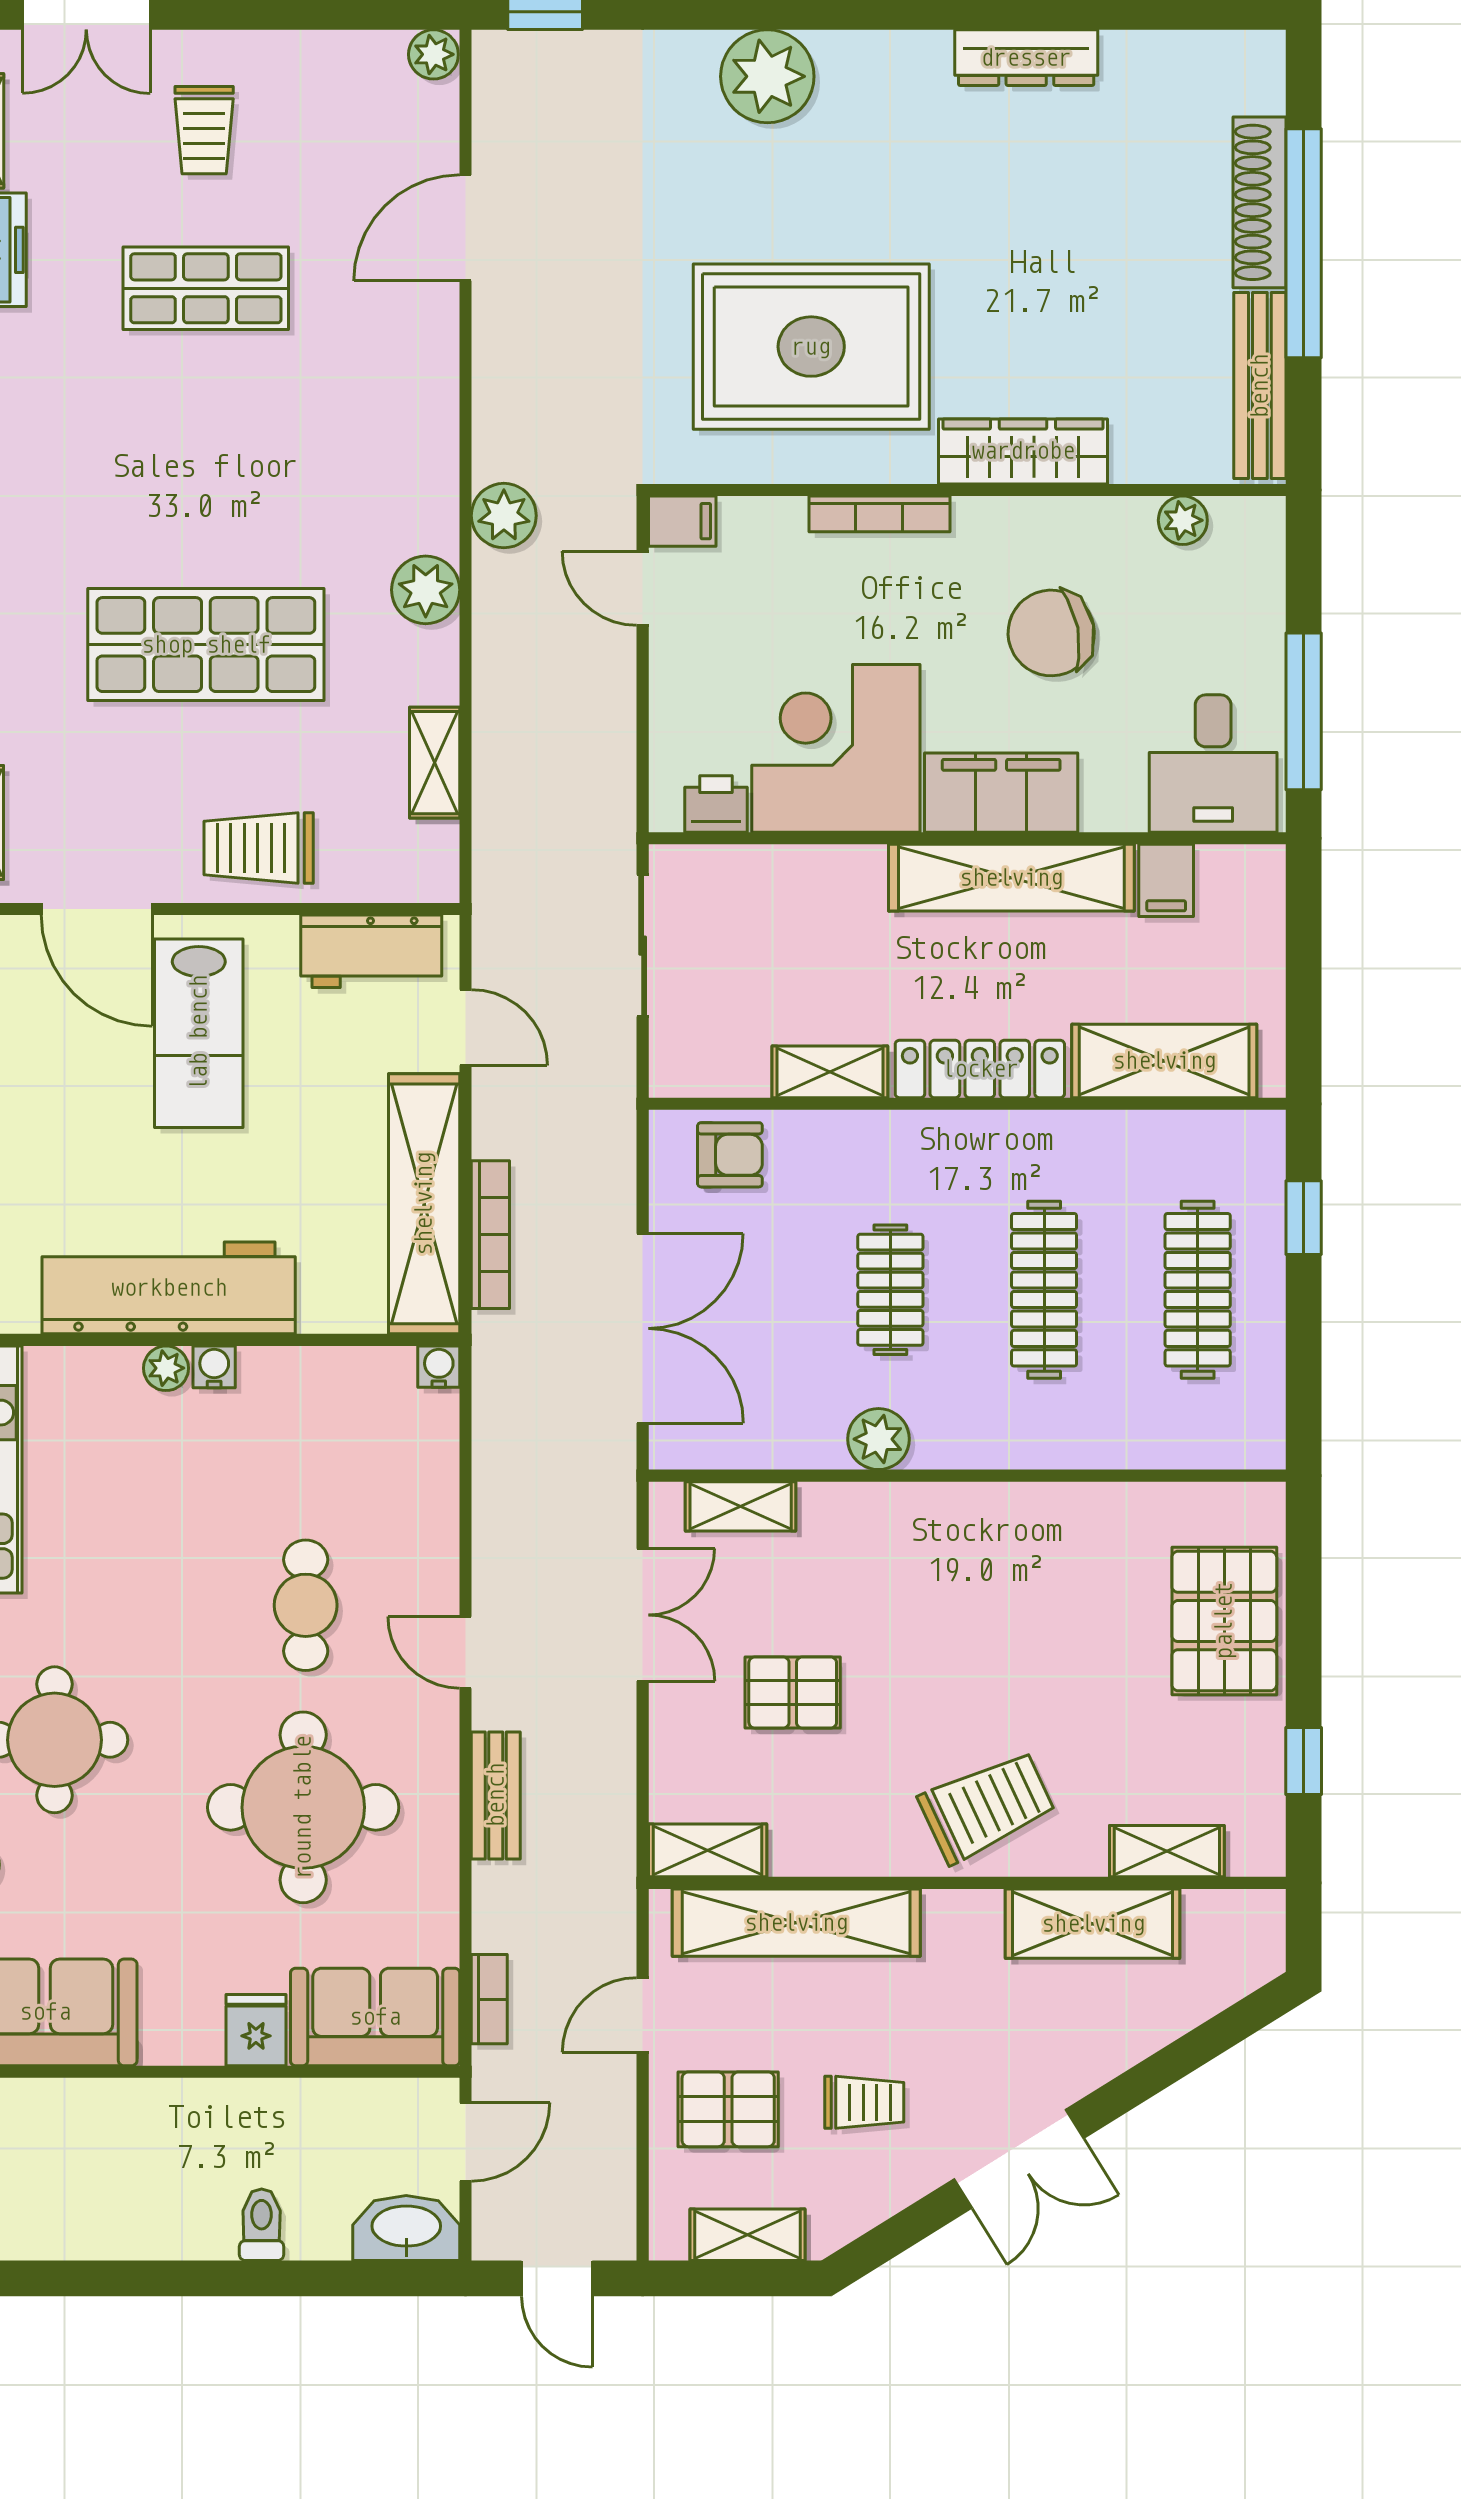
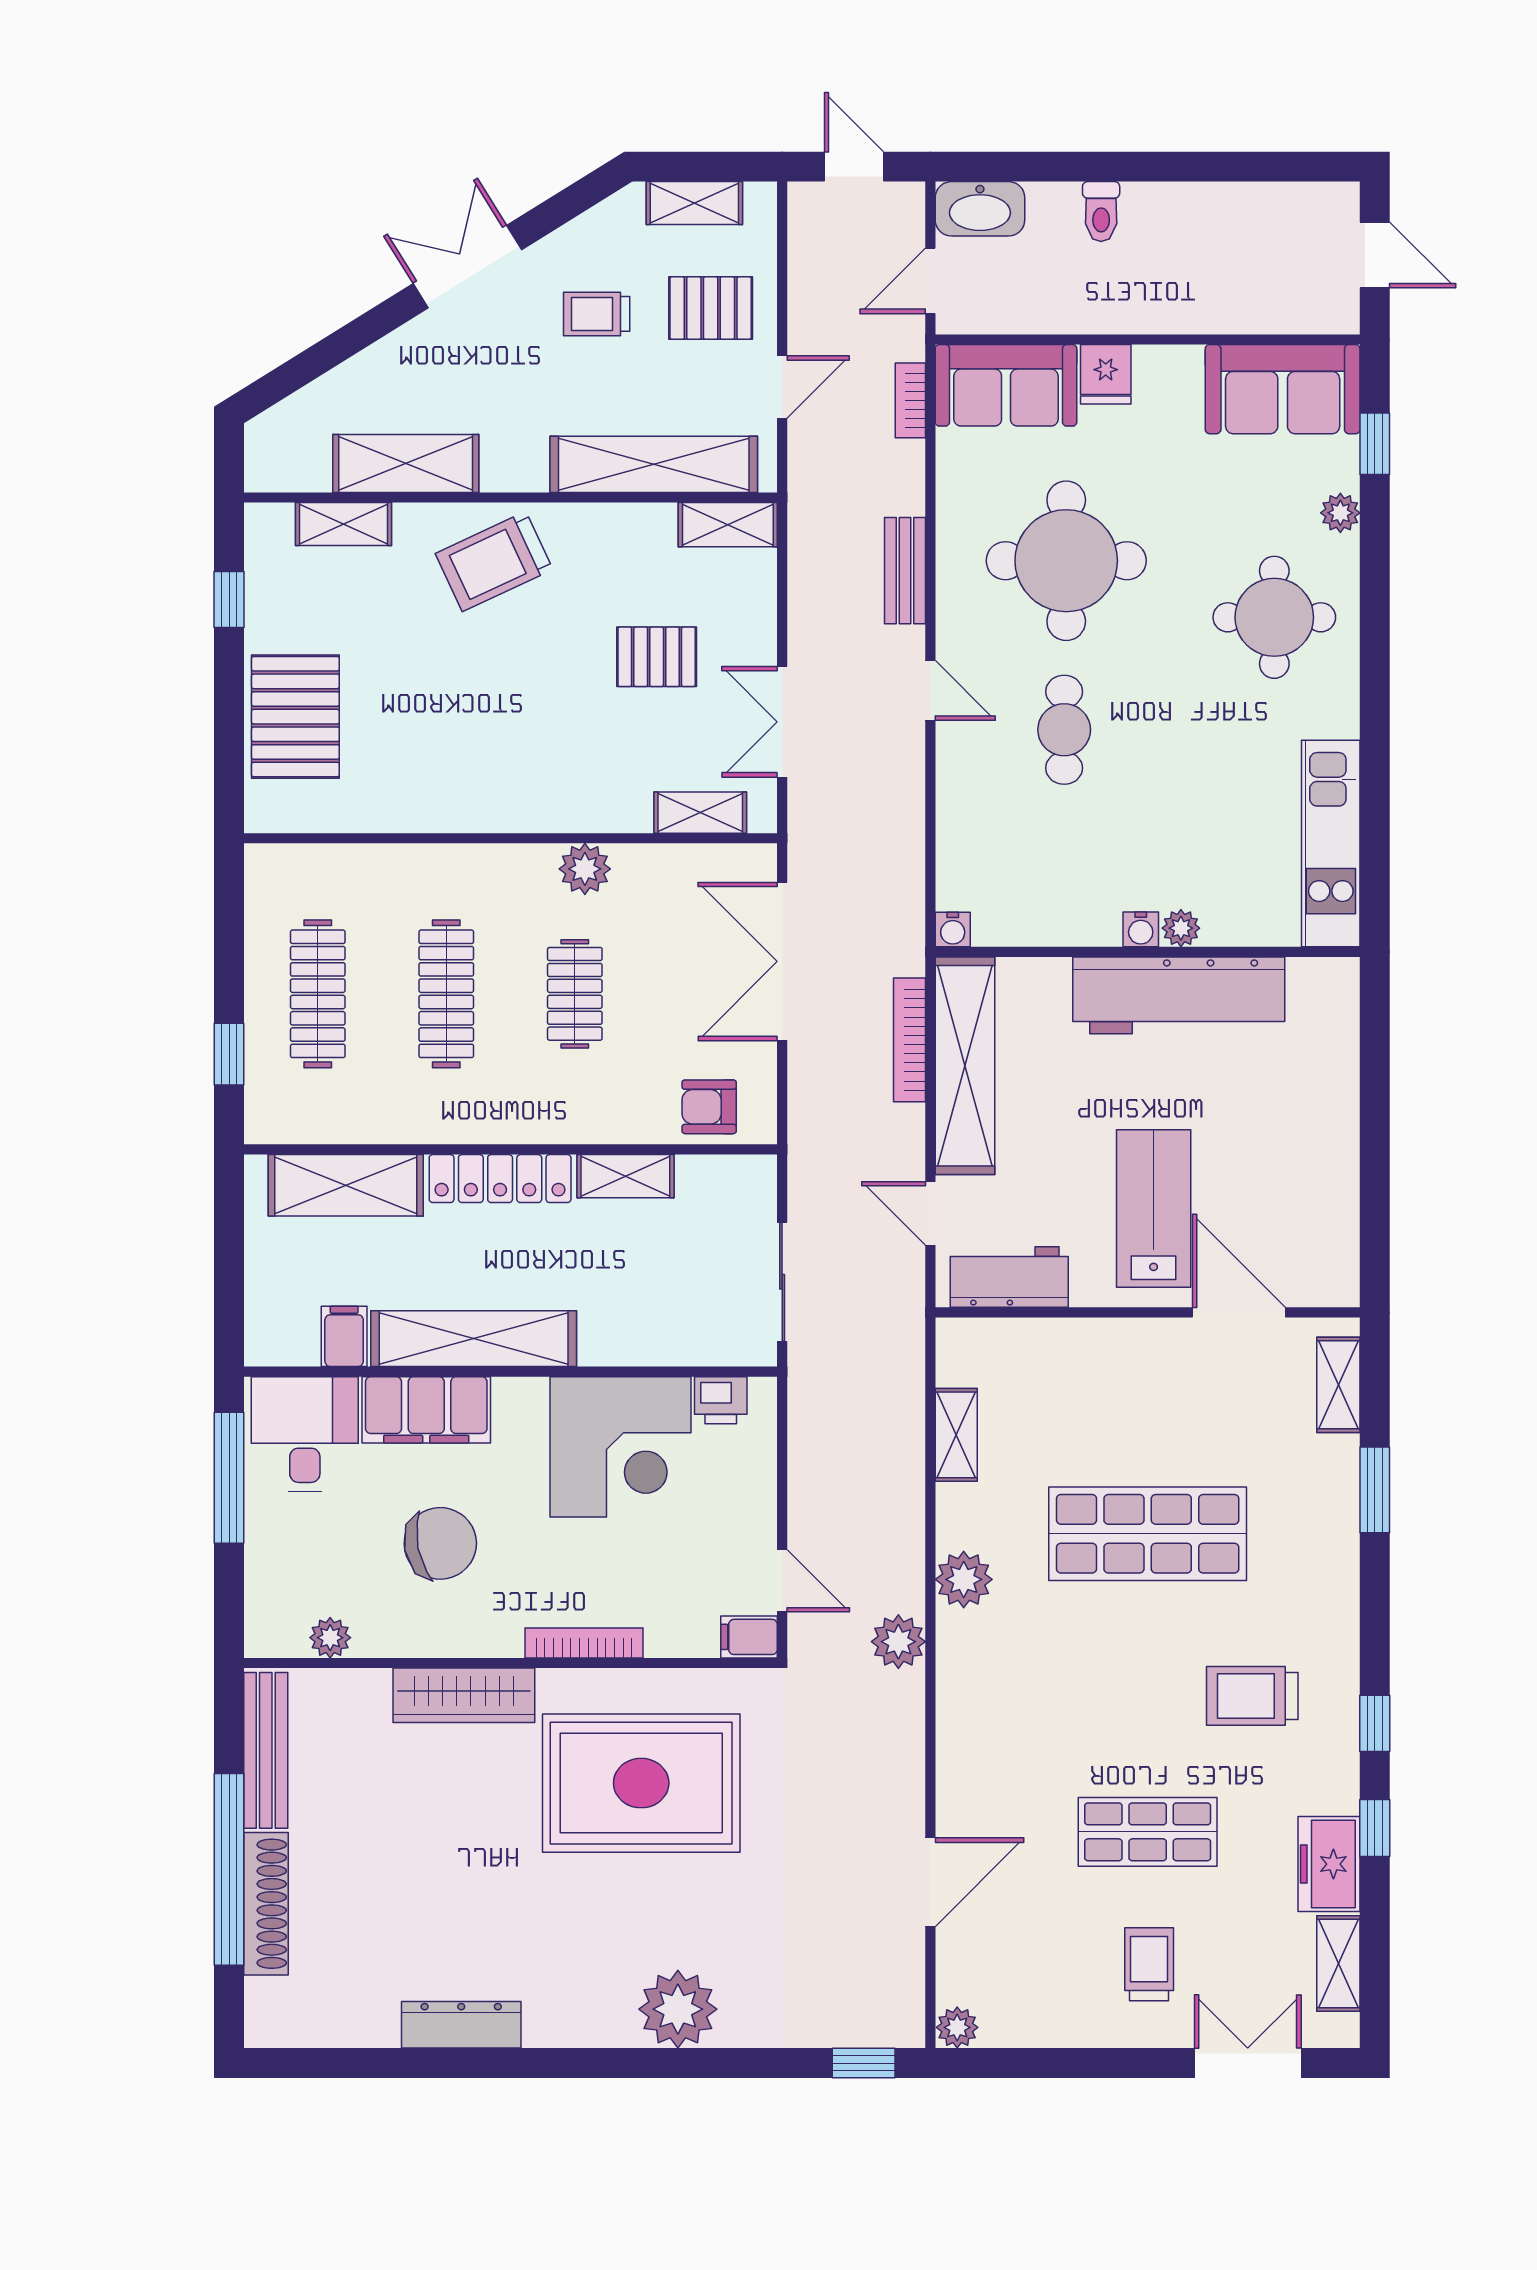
filing cabinet: (1001, 793) -> (426, 1410), moved
trolley: (259, 848) -> (1252, 1696), moved, turned 180

